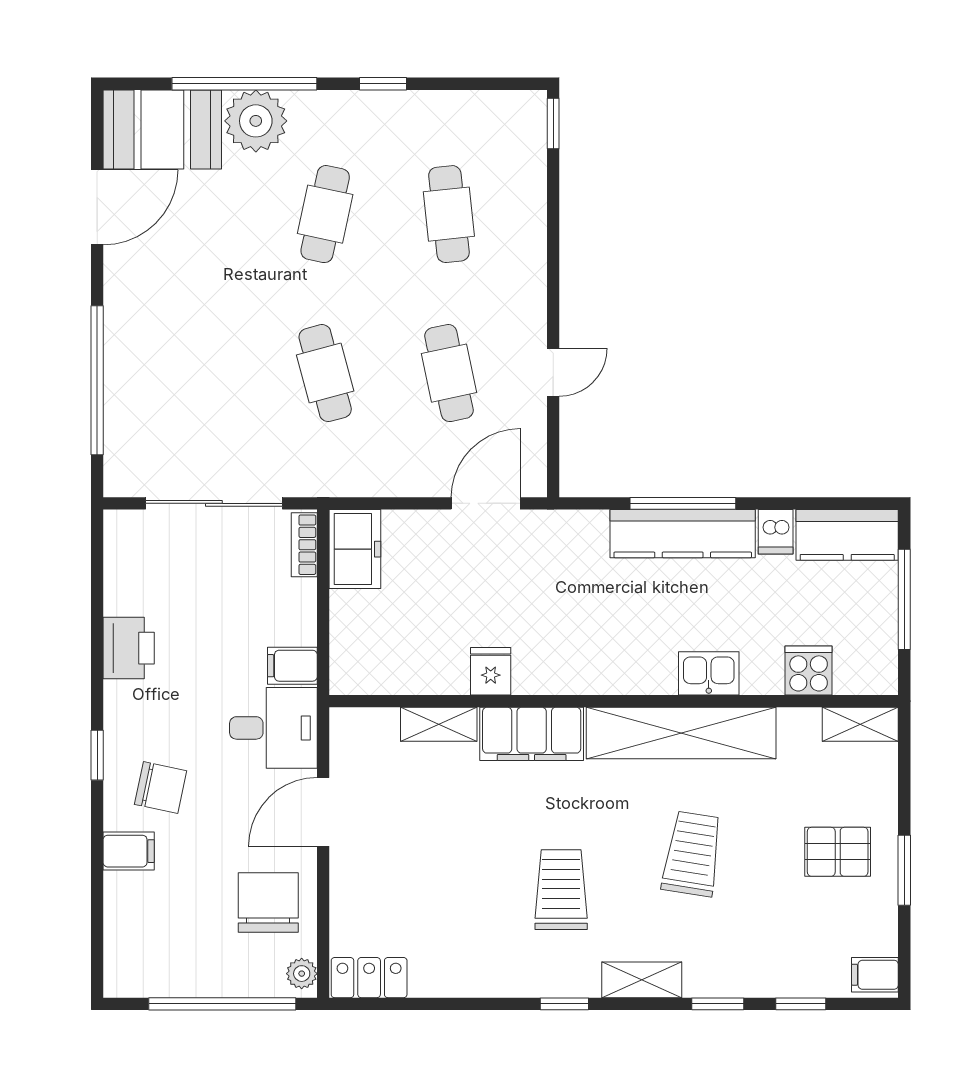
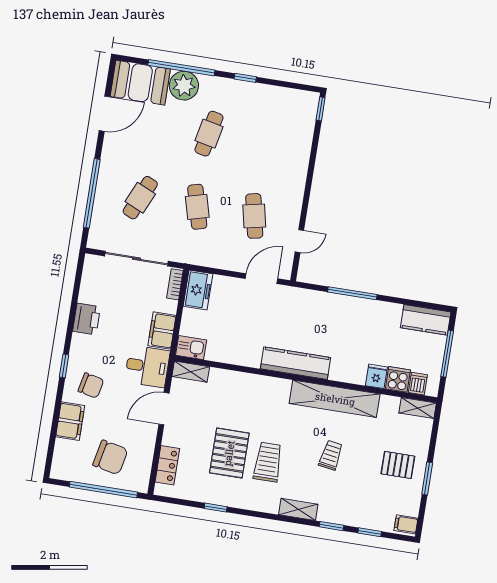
cafe table: (449, 214) -> (140, 198), moved, turned 30
door: (553, 372) -> (299, 241), moved
dishwasher: (776, 532) -> (418, 384), moved, turned 180
kitchen counter: (683, 534) -> (296, 363), moved, turned 180
filing cabinet: (292, 666) -> (162, 331), width x2.00
fridge: (491, 671) -> (376, 376), moved
kitchen sink: (709, 673) -> (191, 348), moved
shelving: (439, 724) -> (191, 372), moved
filing cabinet: (532, 734) -> (266, 388), removed
filing cabinet: (129, 851) -> (70, 421), width x2.00
trolley: (692, 854) -> (331, 455), width x0.73, depth x0.72
pallet: (477, 884) -> (229, 453), added
chair: (268, 903) -> (110, 457), moved, turned 102
plant: (302, 974) -> (142, 482), removed
locker: (369, 978) -> (167, 465), moved, turned 90
window: (564, 1004) -> (216, 508), moved

